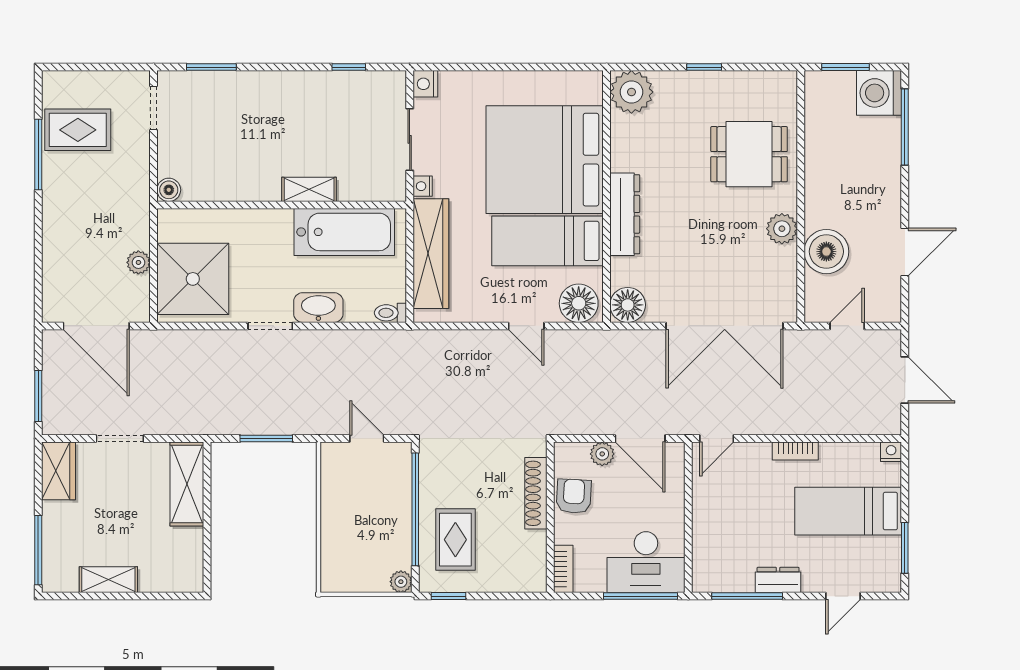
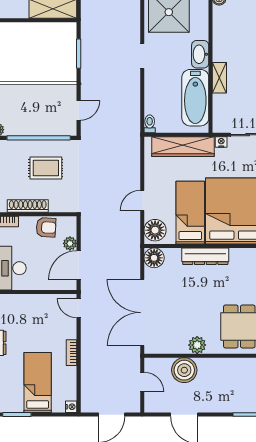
washbasin: (318, 308) -> (200, 54), moved, turned 180
shoe rack: (536, 493) -> (28, 206), moved
rug: (455, 540) -> (46, 168), moved

